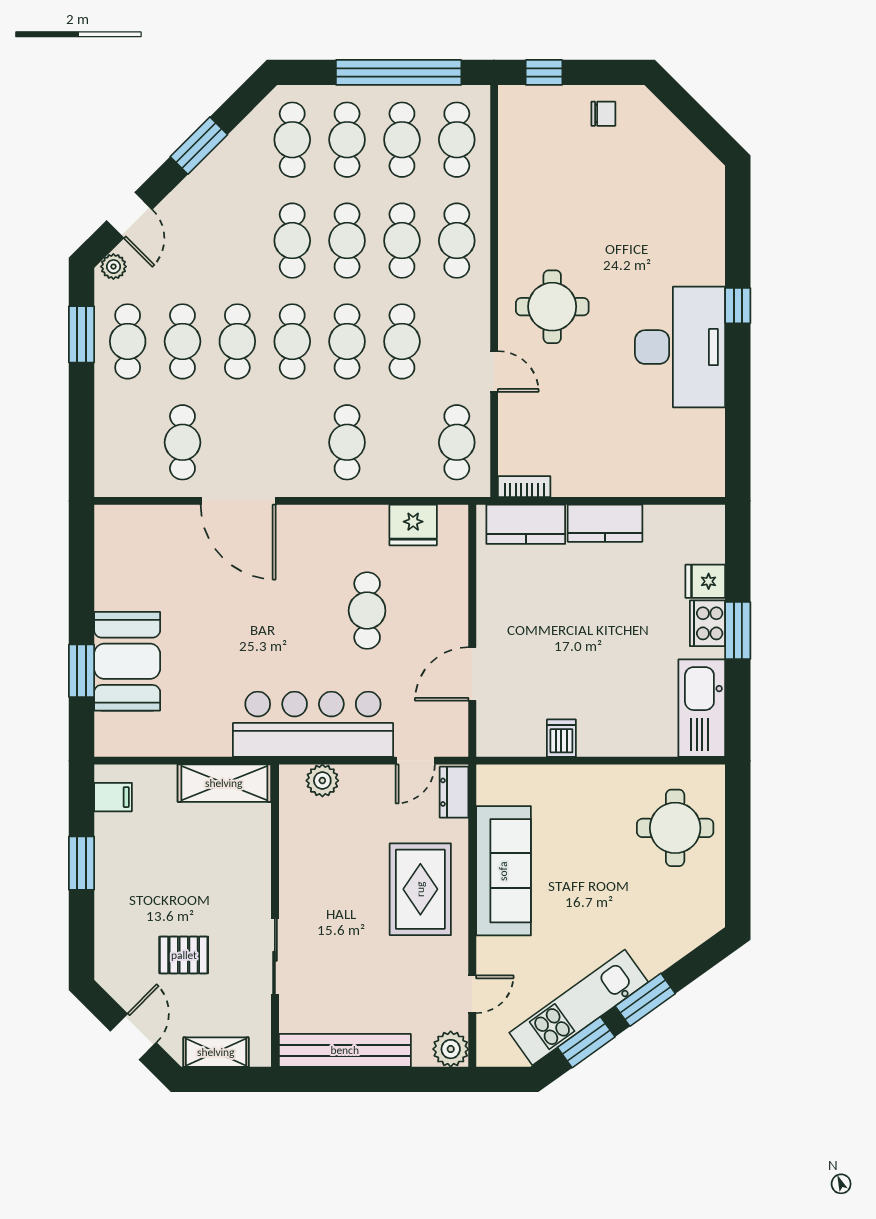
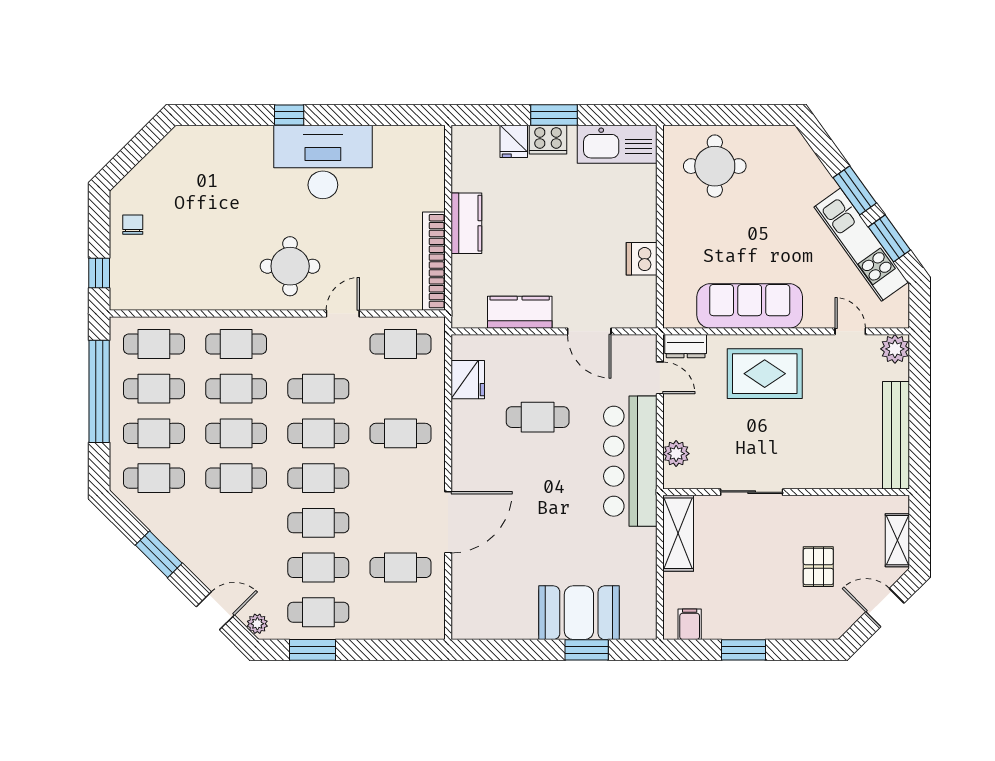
bookcase: (524, 487) -> (434, 261), width x2.31, depth x1.31
kitchen counter: (526, 524) -> (520, 312), moved, turned -90
dishwasher: (561, 738) -> (642, 259), width x1.38
sliding door: (275, 956) -> (752, 492), moved

